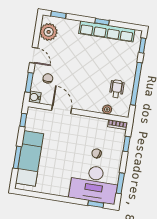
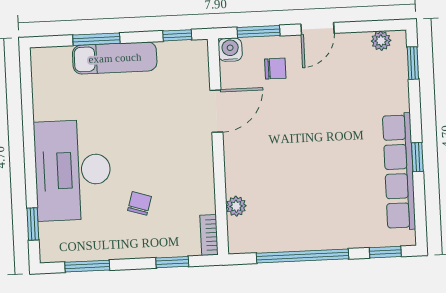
plant: (49, 32) -> (381, 41), width x0.53, depth x0.53
wheelchair: (117, 89) -> (284, 217), removed
exam couch: (30, 158) -> (115, 58), width x0.73, depth x0.69
desk: (94, 184) -> (73, 170), moved

